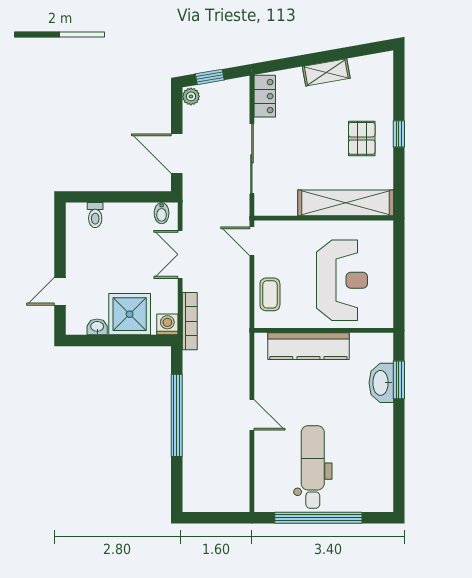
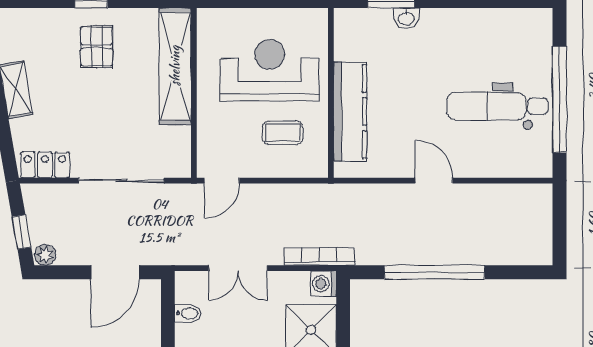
pallet: (362, 138) -> (96, 46), turned 90
bidet: (162, 213) -> (188, 313), moved
coffee table: (270, 294) -> (283, 133), moved
washbasin: (381, 383) -> (406, 18), width x0.52, depth x0.69
door: (252, 415) -> (434, 181), hinge flipped

